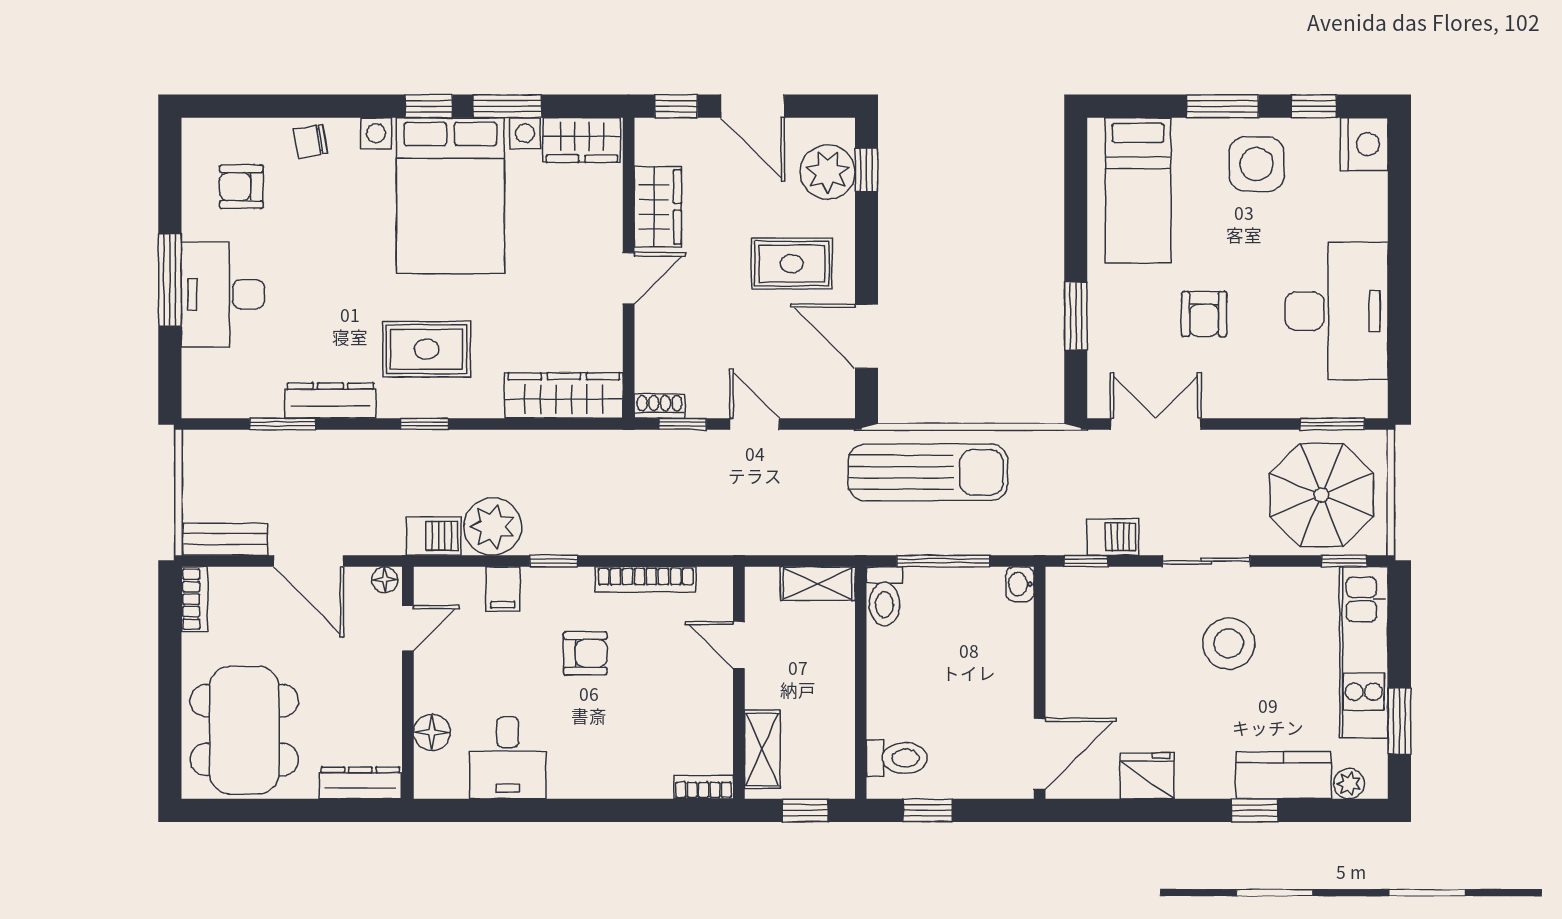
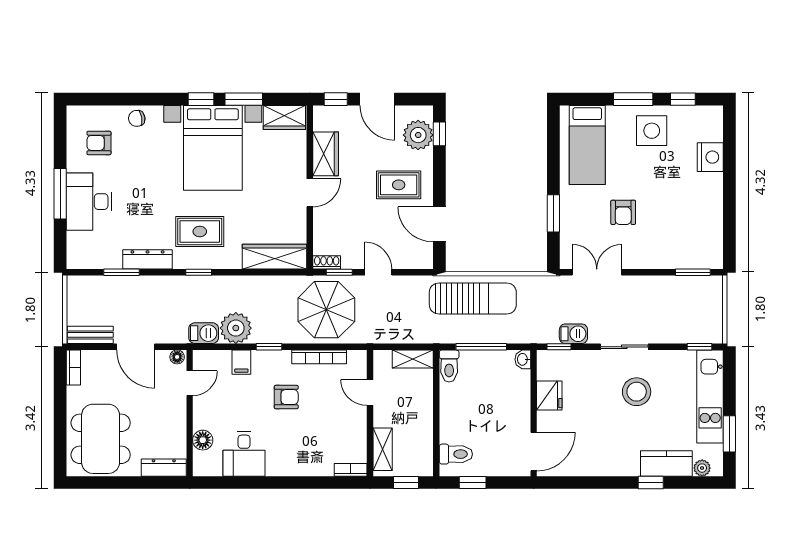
nightstand: (1364, 144) -> (710, 157), moved
desk: (1336, 311) -> (695, 211), removed
parasol: (1321, 495) -> (326, 310), moved
fridge: (1147, 776) -> (549, 396), moved, turned 90

